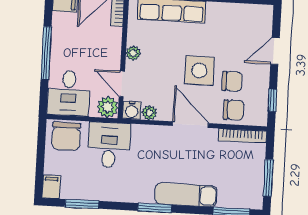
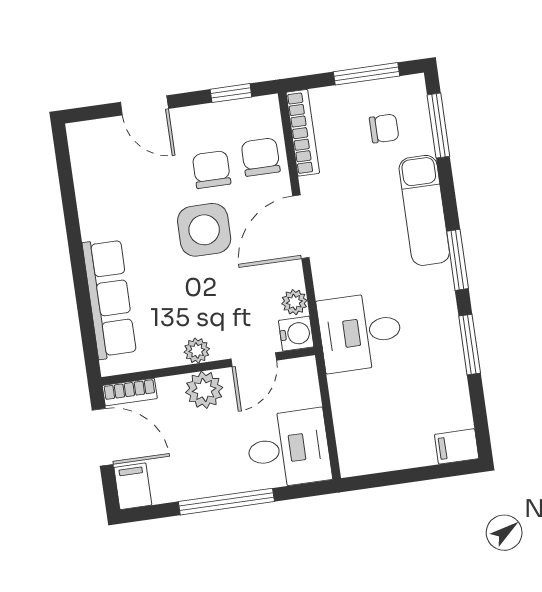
plant: (108, 107) -> (204, 390), moved
chair: (66, 136) -> (384, 128), moved, width x0.54, depth x0.54
desk: (109, 145) -> (360, 332), moved
window: (82, 204) -> (470, 345), moved

